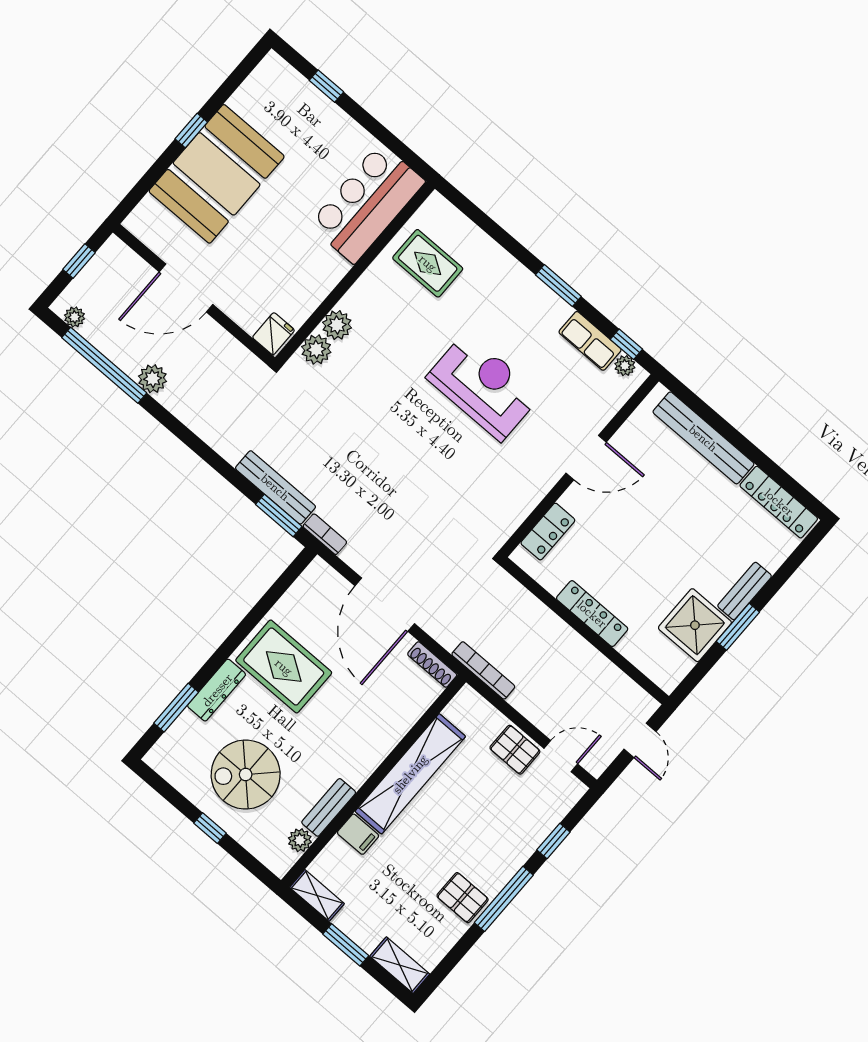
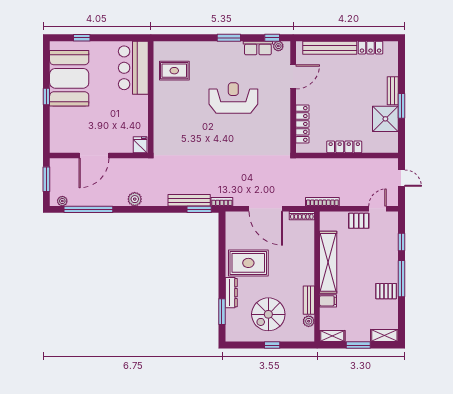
booth: (217, 174) -> (69, 78), moved
window: (79, 261) -> (46, 179), width x1.50
plant: (337, 325) -> (161, 122), removed
plant: (316, 349) -> (161, 137), removed
plant: (153, 379) -> (135, 199), moved
door: (586, 458) -> (293, 77), moved
locker: (779, 502) -> (371, 48), width x0.66
locker: (548, 532) -> (302, 124), width x1.53

